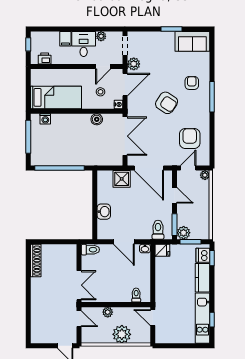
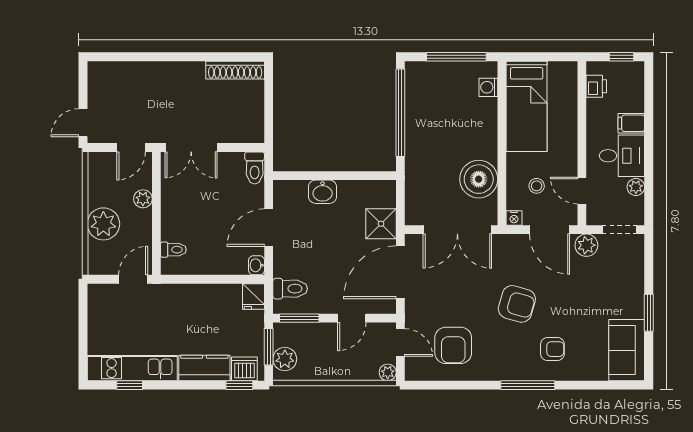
armchair: (167, 103) -> (517, 304), turned -107
boiler: (97, 119) -> (479, 179), width x1.86, depth x1.86
armchair: (190, 138) -> (453, 345), turned 90
plant: (184, 233) -> (285, 359), moved

